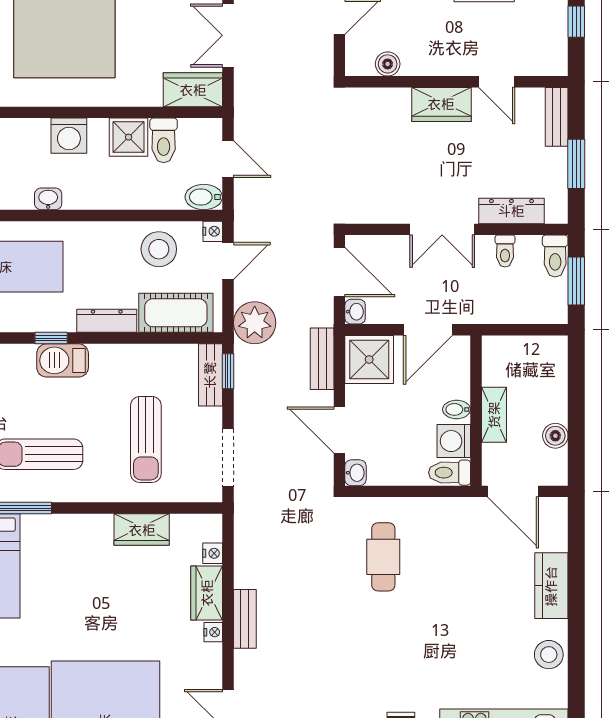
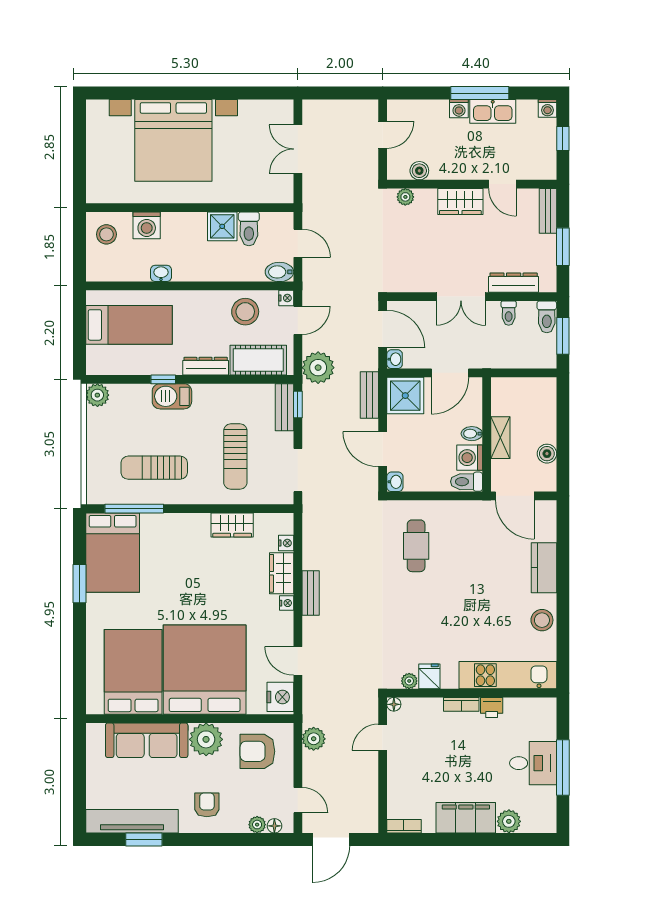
wardrobe: (193, 90) -> (271, 190), removed
plant: (369, 98) -> (405, 197), added
washing machine: (69, 136) -> (147, 225), moved

